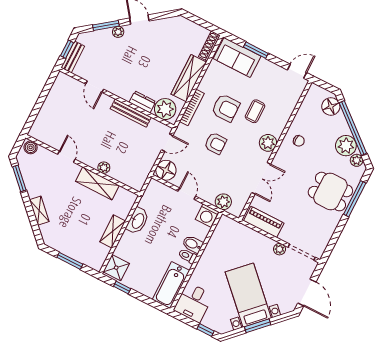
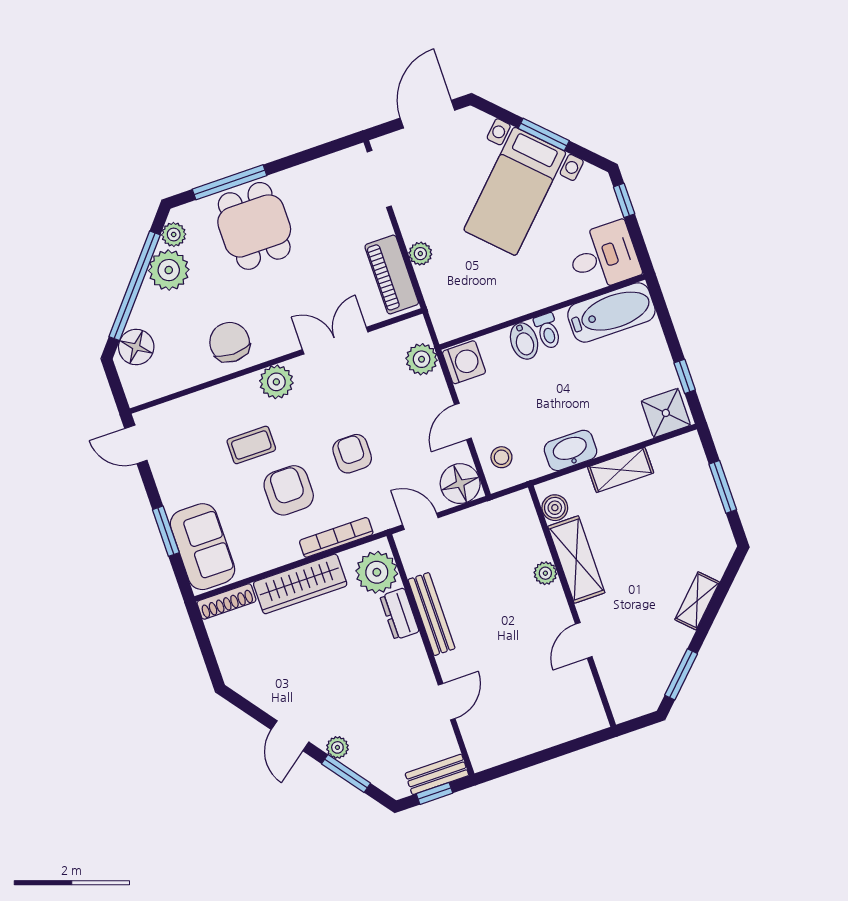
chair: (299, 141) -> (230, 342), width x1.87, depth x1.87
boiler: (31, 147) -> (555, 508), moved
stool: (160, 194) -> (501, 457), added
plant: (279, 249) -> (420, 254), moved

